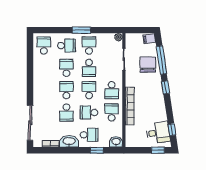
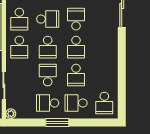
school desk: (89, 46) -> (48, 103), turned 90
school desk: (112, 90) -> (19, 47), turned 180

